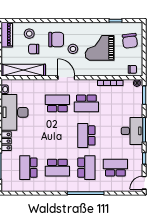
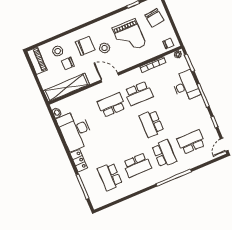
grand piano: (100, 48) -> (129, 36), turned -90
desk: (132, 131) -> (186, 86), moved

